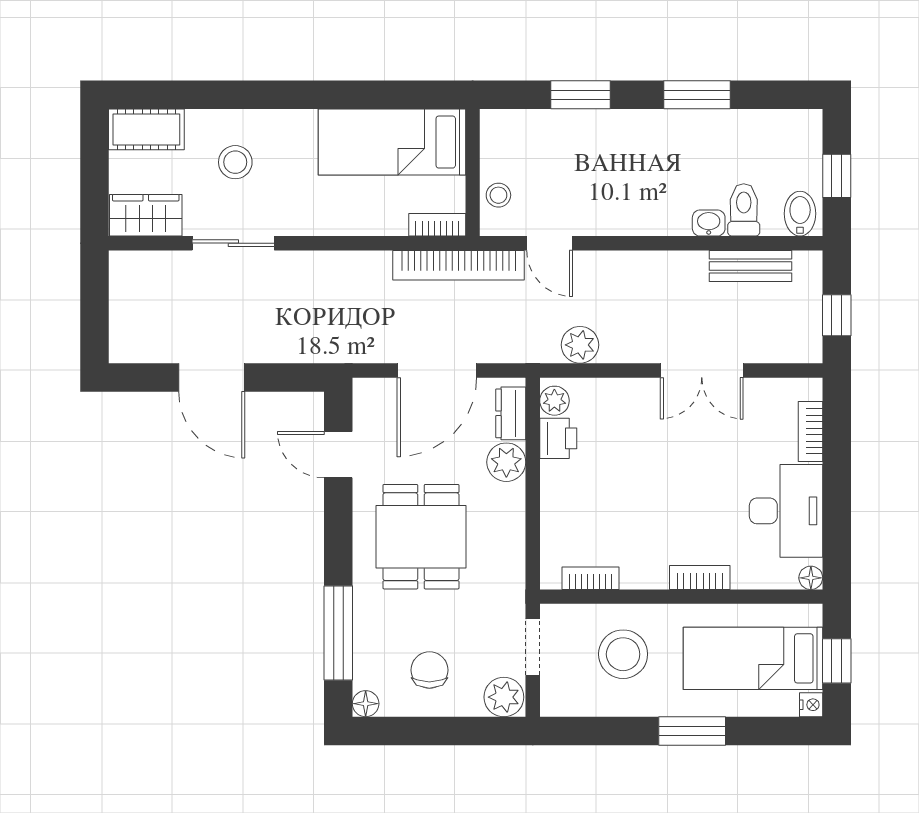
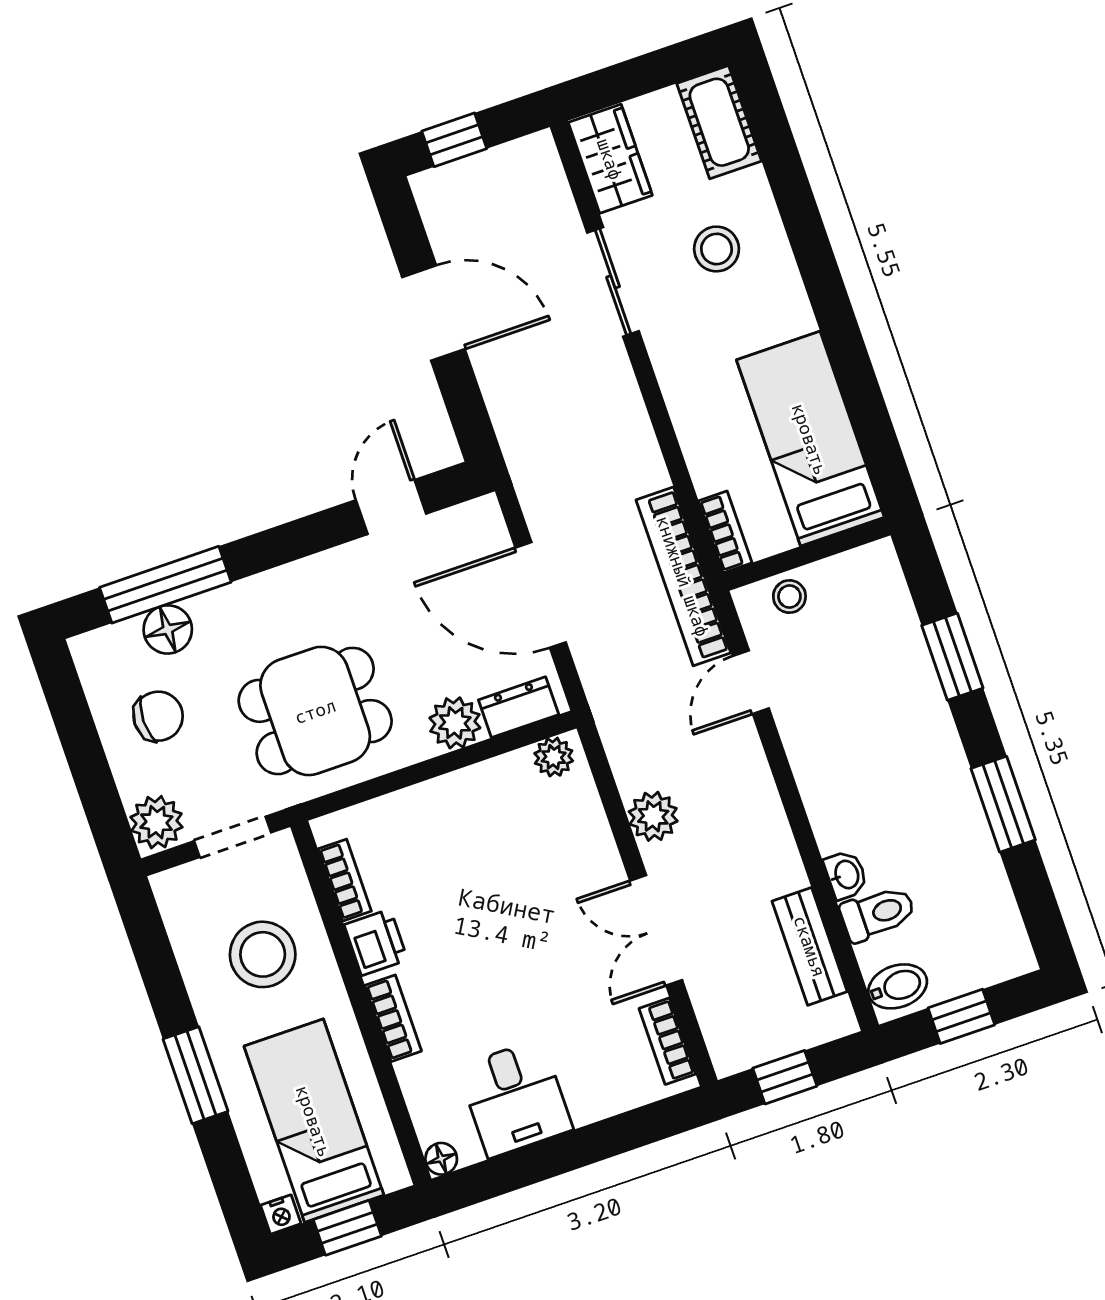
window: (94, 321) -> (454, 140), added
plant: (580, 345) -> (653, 816), moved
door: (212, 378) -> (434, 313), swing flipped
bookcase: (811, 431) -> (667, 1041), moved, turned -90
printer: (558, 438) -> (376, 942), moved, turned -90
desk: (786, 511) -> (515, 1098), width x0.73
dining table: (421, 537) -> (315, 711), moved
floor lamp: (366, 704) -> (168, 629), moved, width x1.37, depth x1.37

